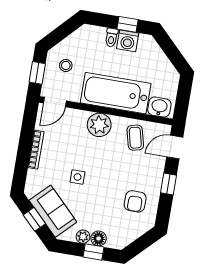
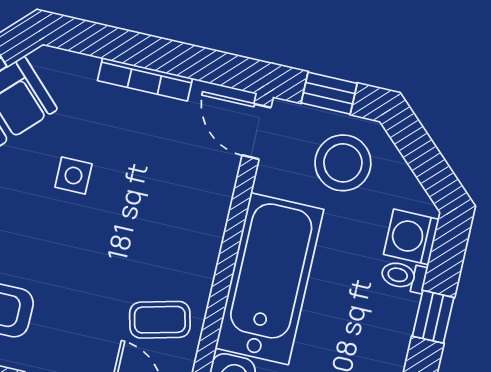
washing machine: (128, 41) -> (411, 237), moved
stool: (66, 65) -> (343, 163), width x1.89, depth x1.89
plant: (99, 125) -> (196, 235), removed

